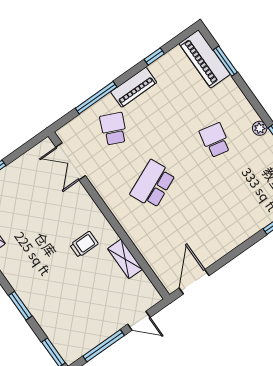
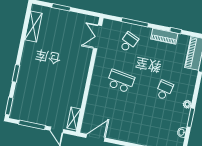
piano: (134, 87) -> (164, 36), moved
school desk: (153, 184) -> (121, 81), turned 33
trolley: (84, 244) -> (67, 76), removed
shelving: (125, 259) -> (74, 118), moved

